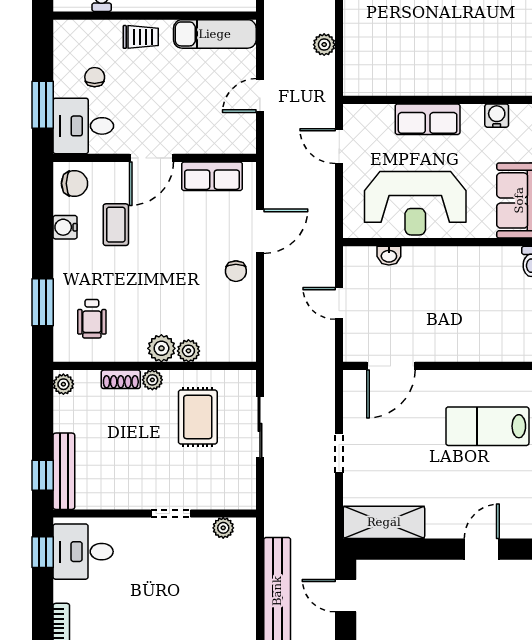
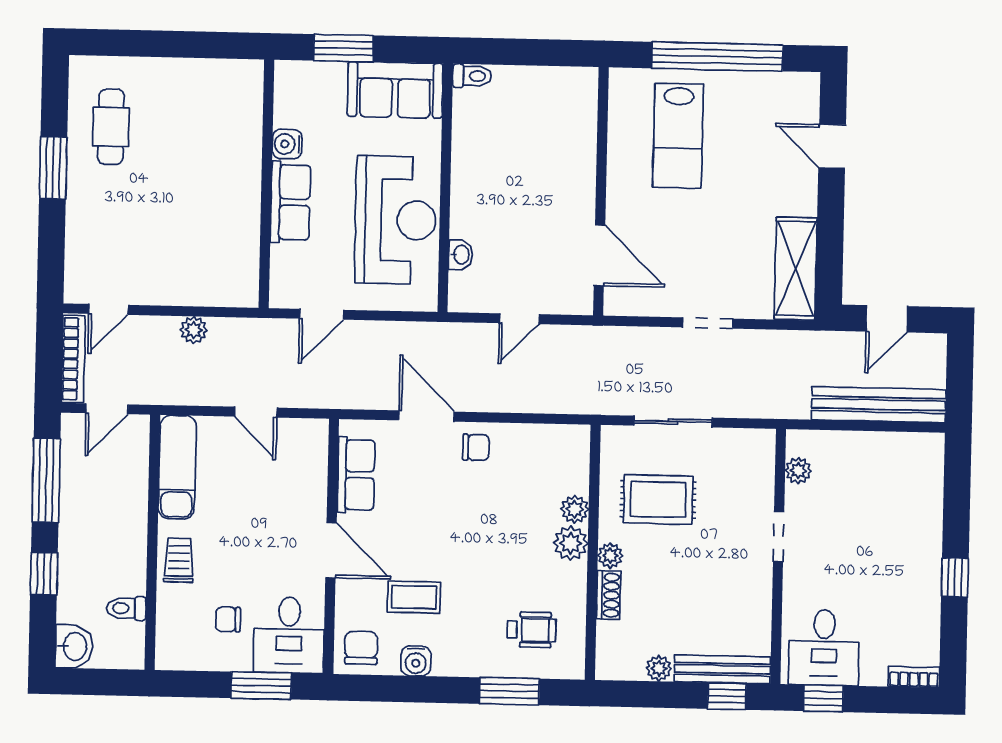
water cooler: (497, 116) -> (287, 144), moved
plant: (63, 384) -> (659, 668), moved

